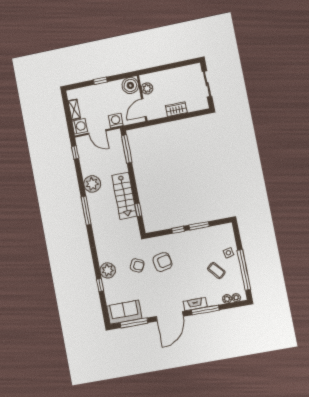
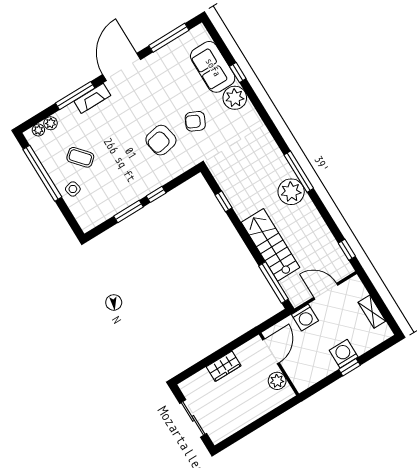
boiler: (130, 86) -> (303, 376), removed
washing machine: (80, 126) -> (344, 354), moved, turned 90
plant: (92, 184) -> (291, 192), moved
stairs: (124, 196) -> (270, 245), moved
sofa: (124, 312) -> (213, 67), moved, turned 90

